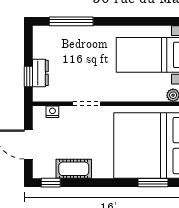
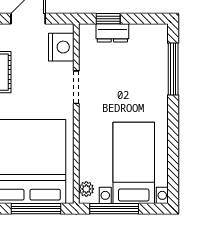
nightstand: (52, 112) -> (61, 47), width x1.89, depth x1.79

